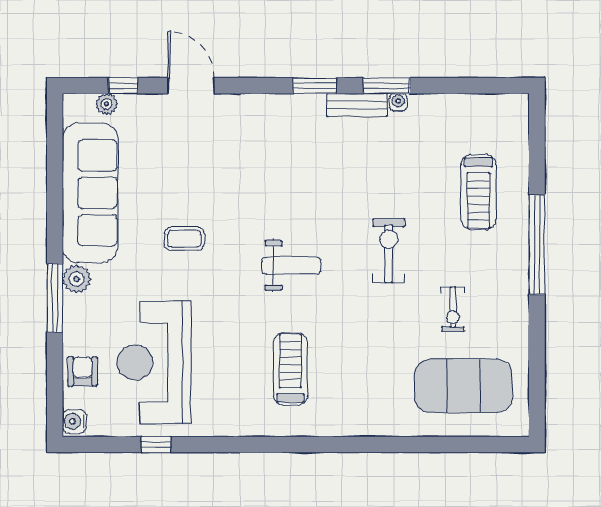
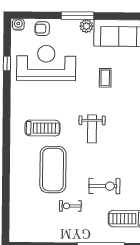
exercise bike: (389, 251) -> (104, 186), moved
armchair: (83, 371) -> (42, 29), turned 180
exercise mat: (463, 386) -> (53, 170), moved

